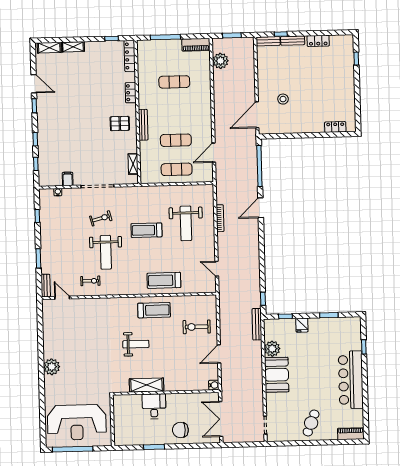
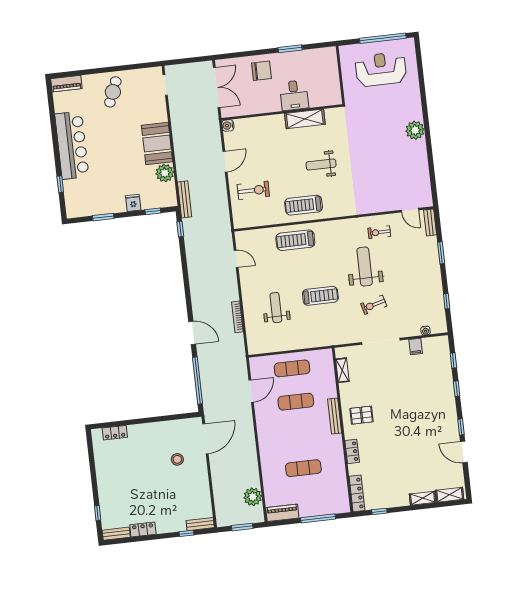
bench: (293, 41) -> (116, 534), moved
door: (261, 208) -> (192, 333), hinge flipped
weight bench: (186, 223) -> (276, 308), width x0.73, depth x0.75
treadmill: (164, 280) -> (295, 240), turned 180
reception desk: (77, 422) -> (381, 69), width x0.74, depth x0.77

